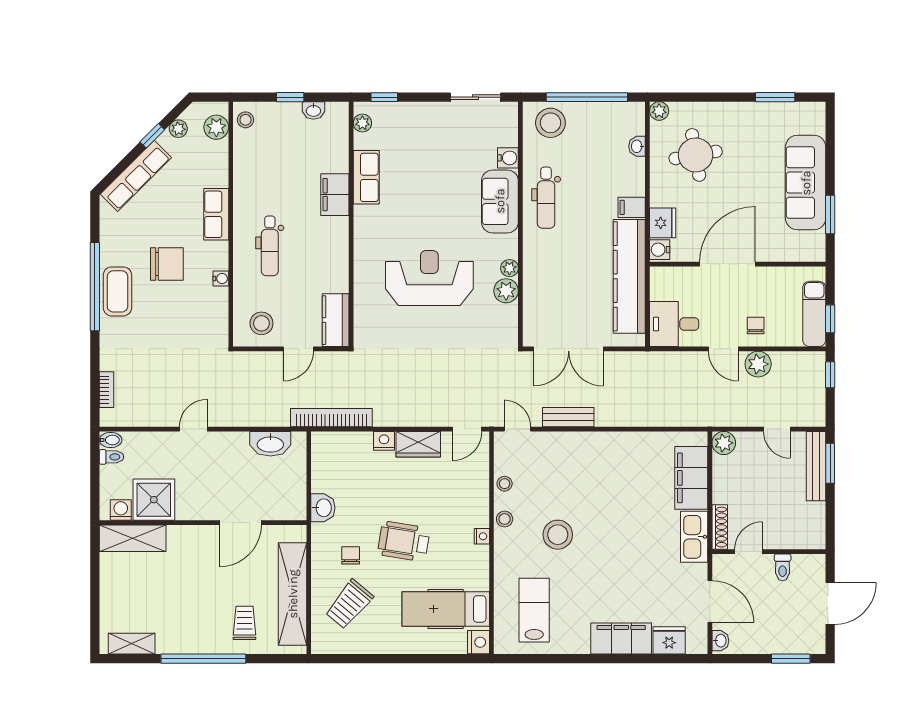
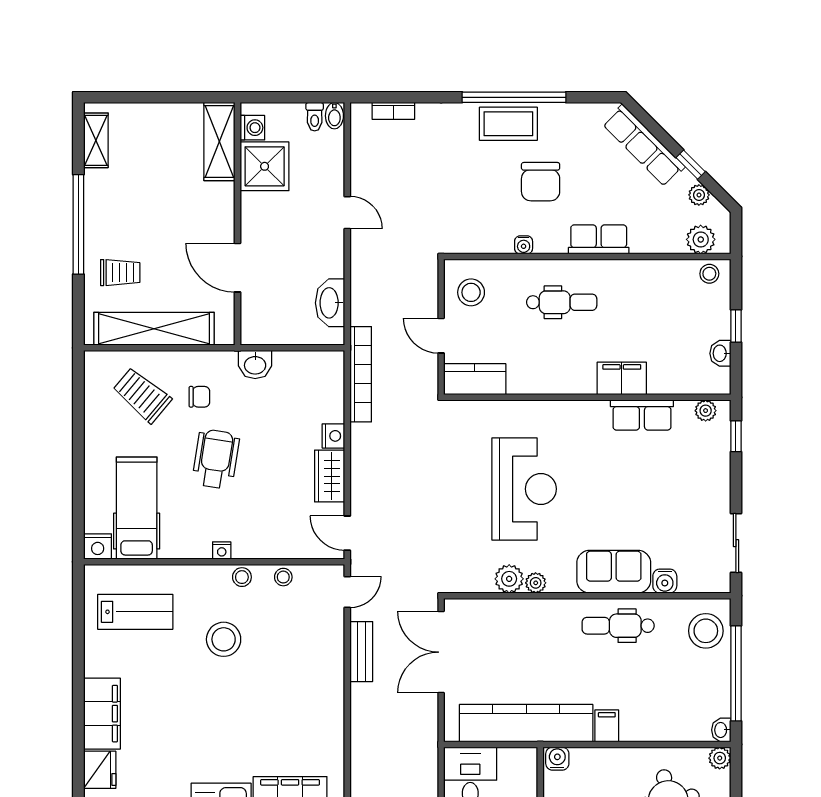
washbasin: (637, 146) -> (721, 730), moved, turned -90
fridge: (663, 223) -> (589, 762), removed
dental chair: (270, 246) -> (562, 302), turned 180

